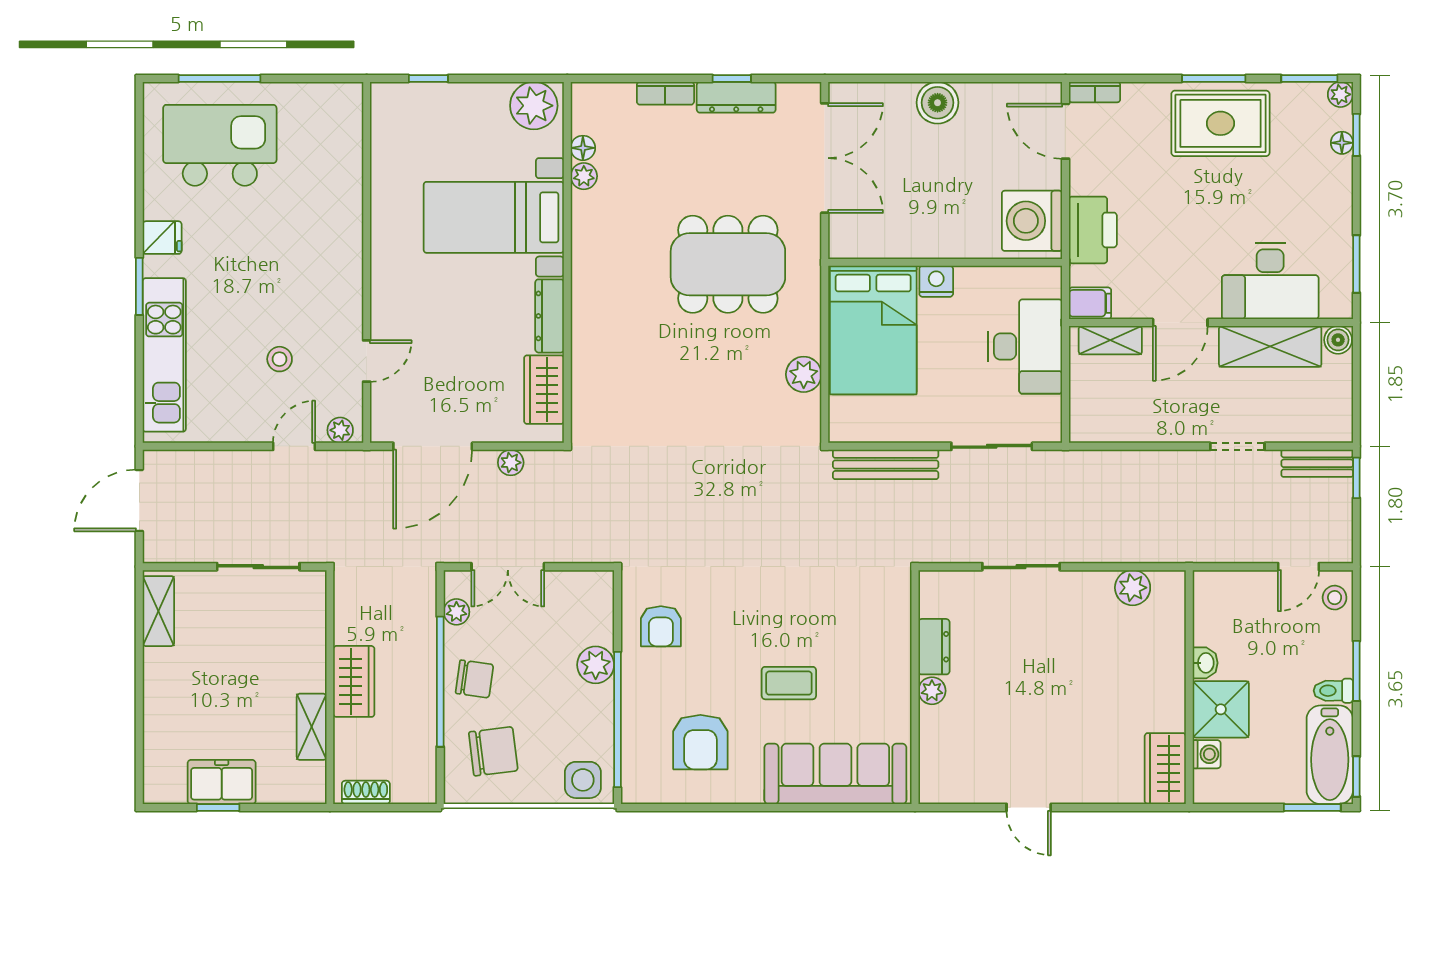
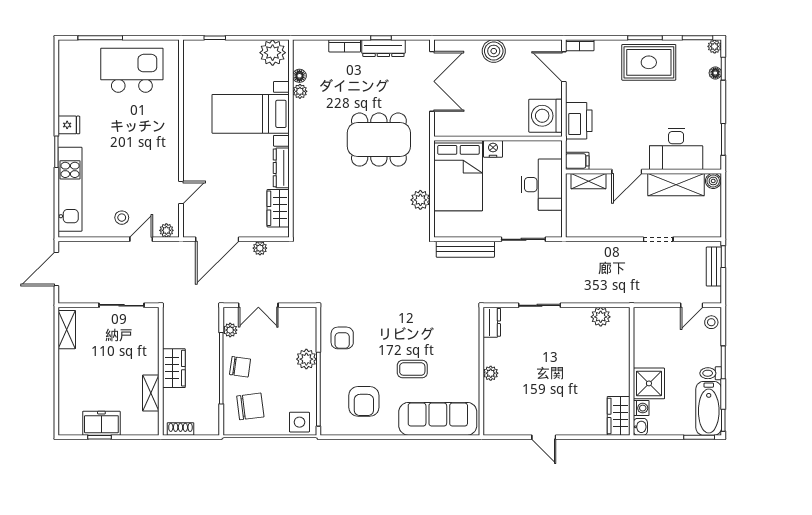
kitchen island: (220, 145) -> (132, 70), moved
stool: (280, 359) -> (122, 218), moved
bench: (1317, 463) -> (714, 267), moved, turned 90
dresser: (934, 647) -> (492, 322), moved
washbasin: (1205, 663) -> (640, 427), moved

